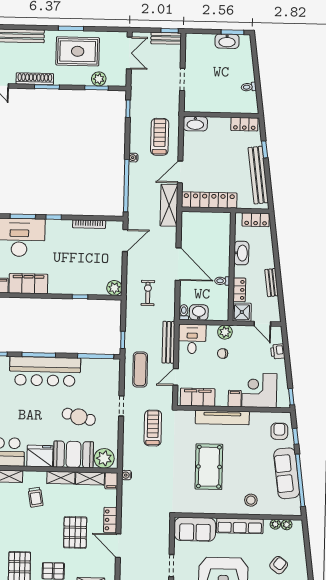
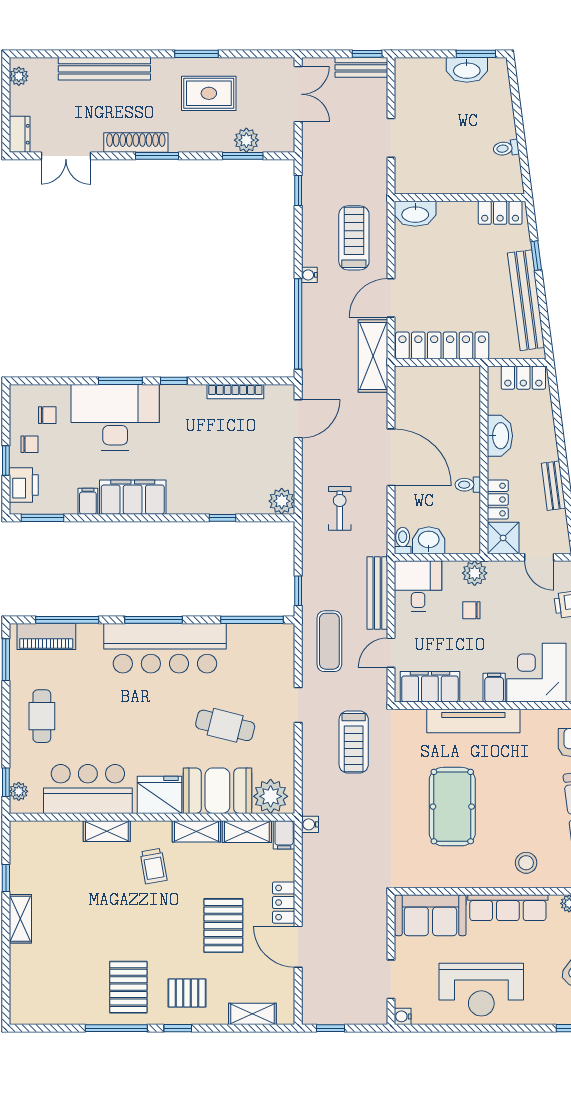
rug: (78, 51) -> (209, 93), width x0.73, depth x0.70
treadmill: (153, 428) -> (354, 742), turned 180

